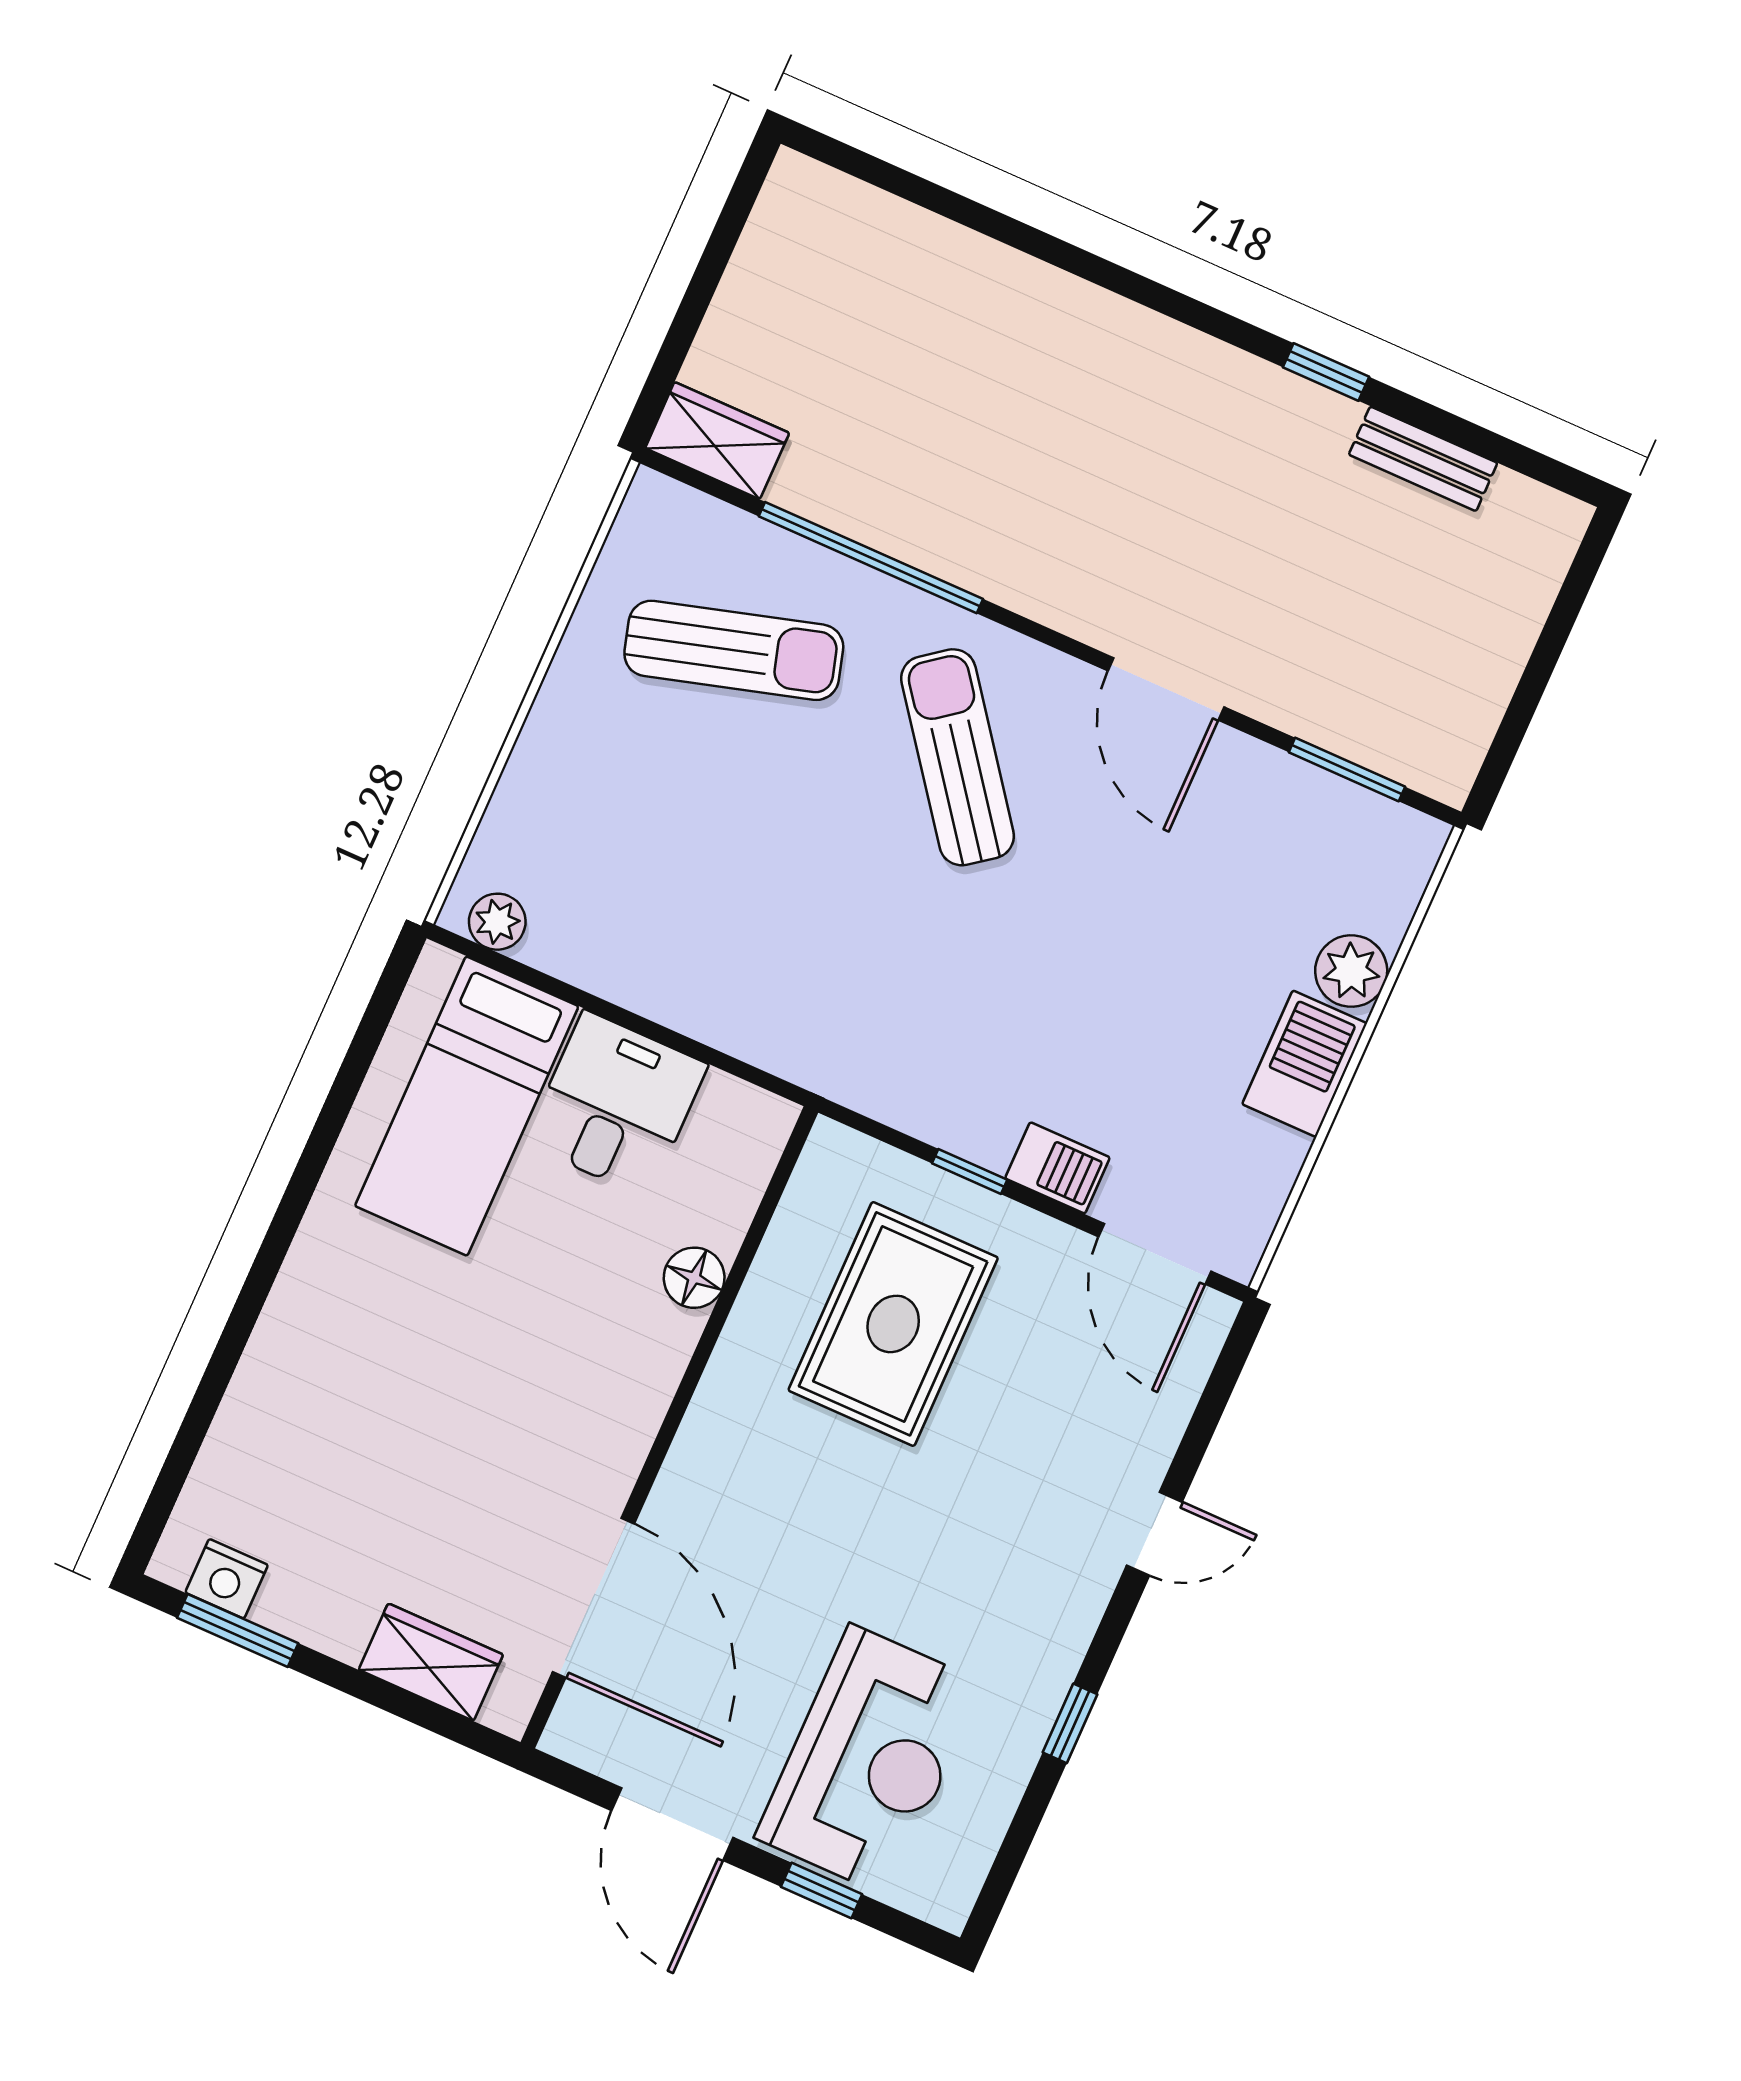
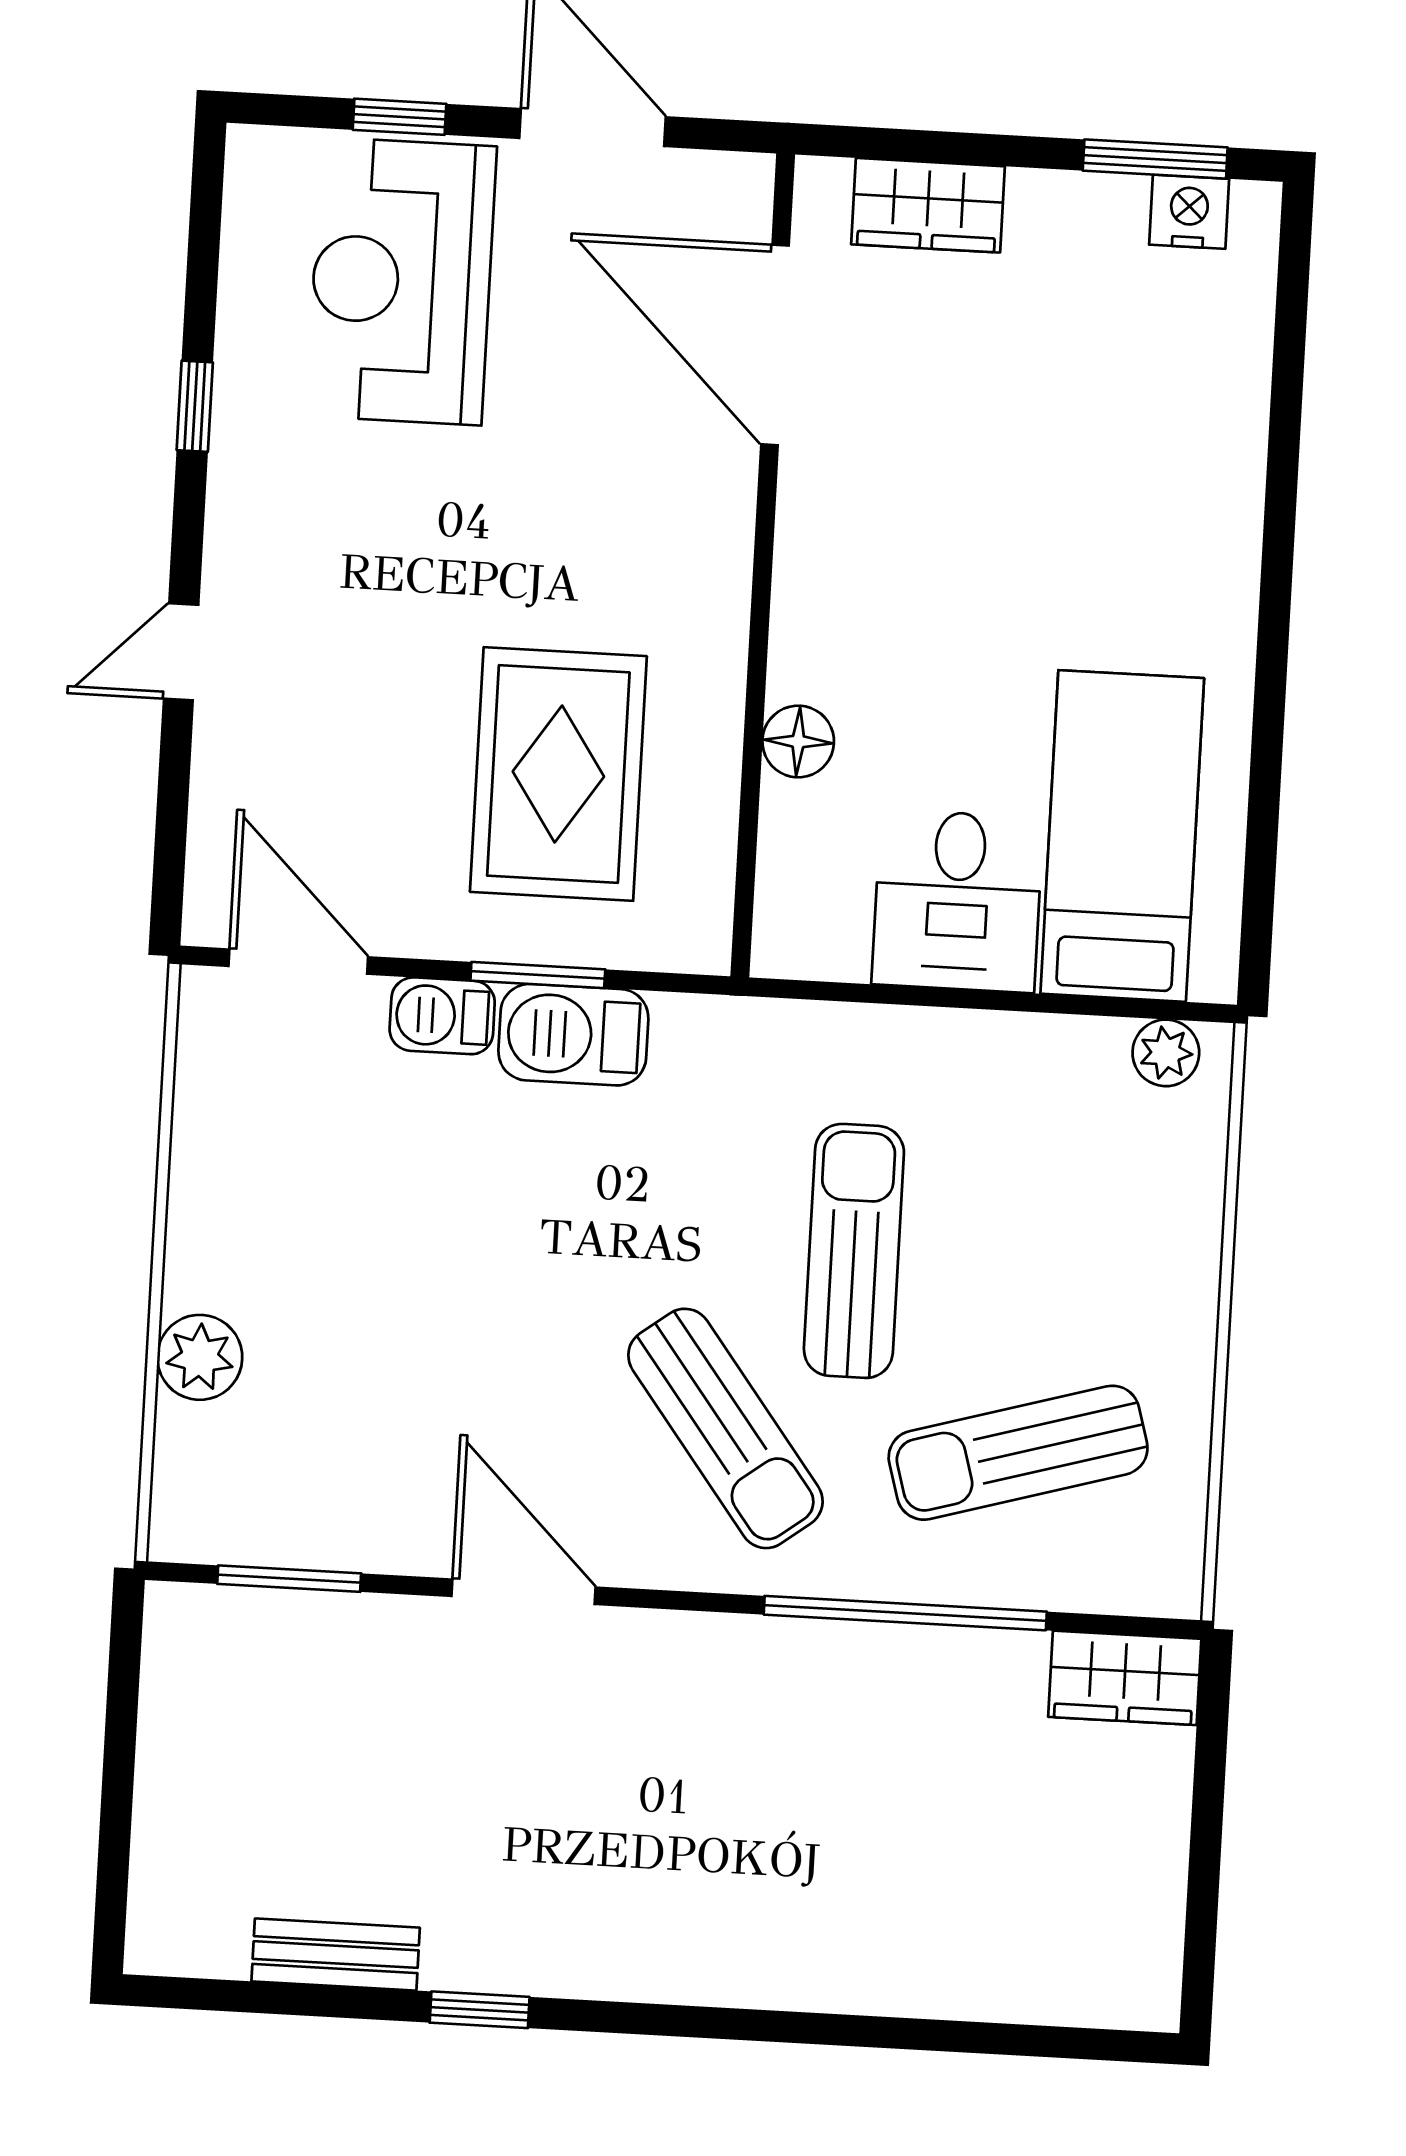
sun lounger: (803, 859) -> (854, 1251), added
barbecue: (1305, 1064) -> (573, 1035), moved, turned 90
window: (970, 1171) -> (538, 975), width x1.50

